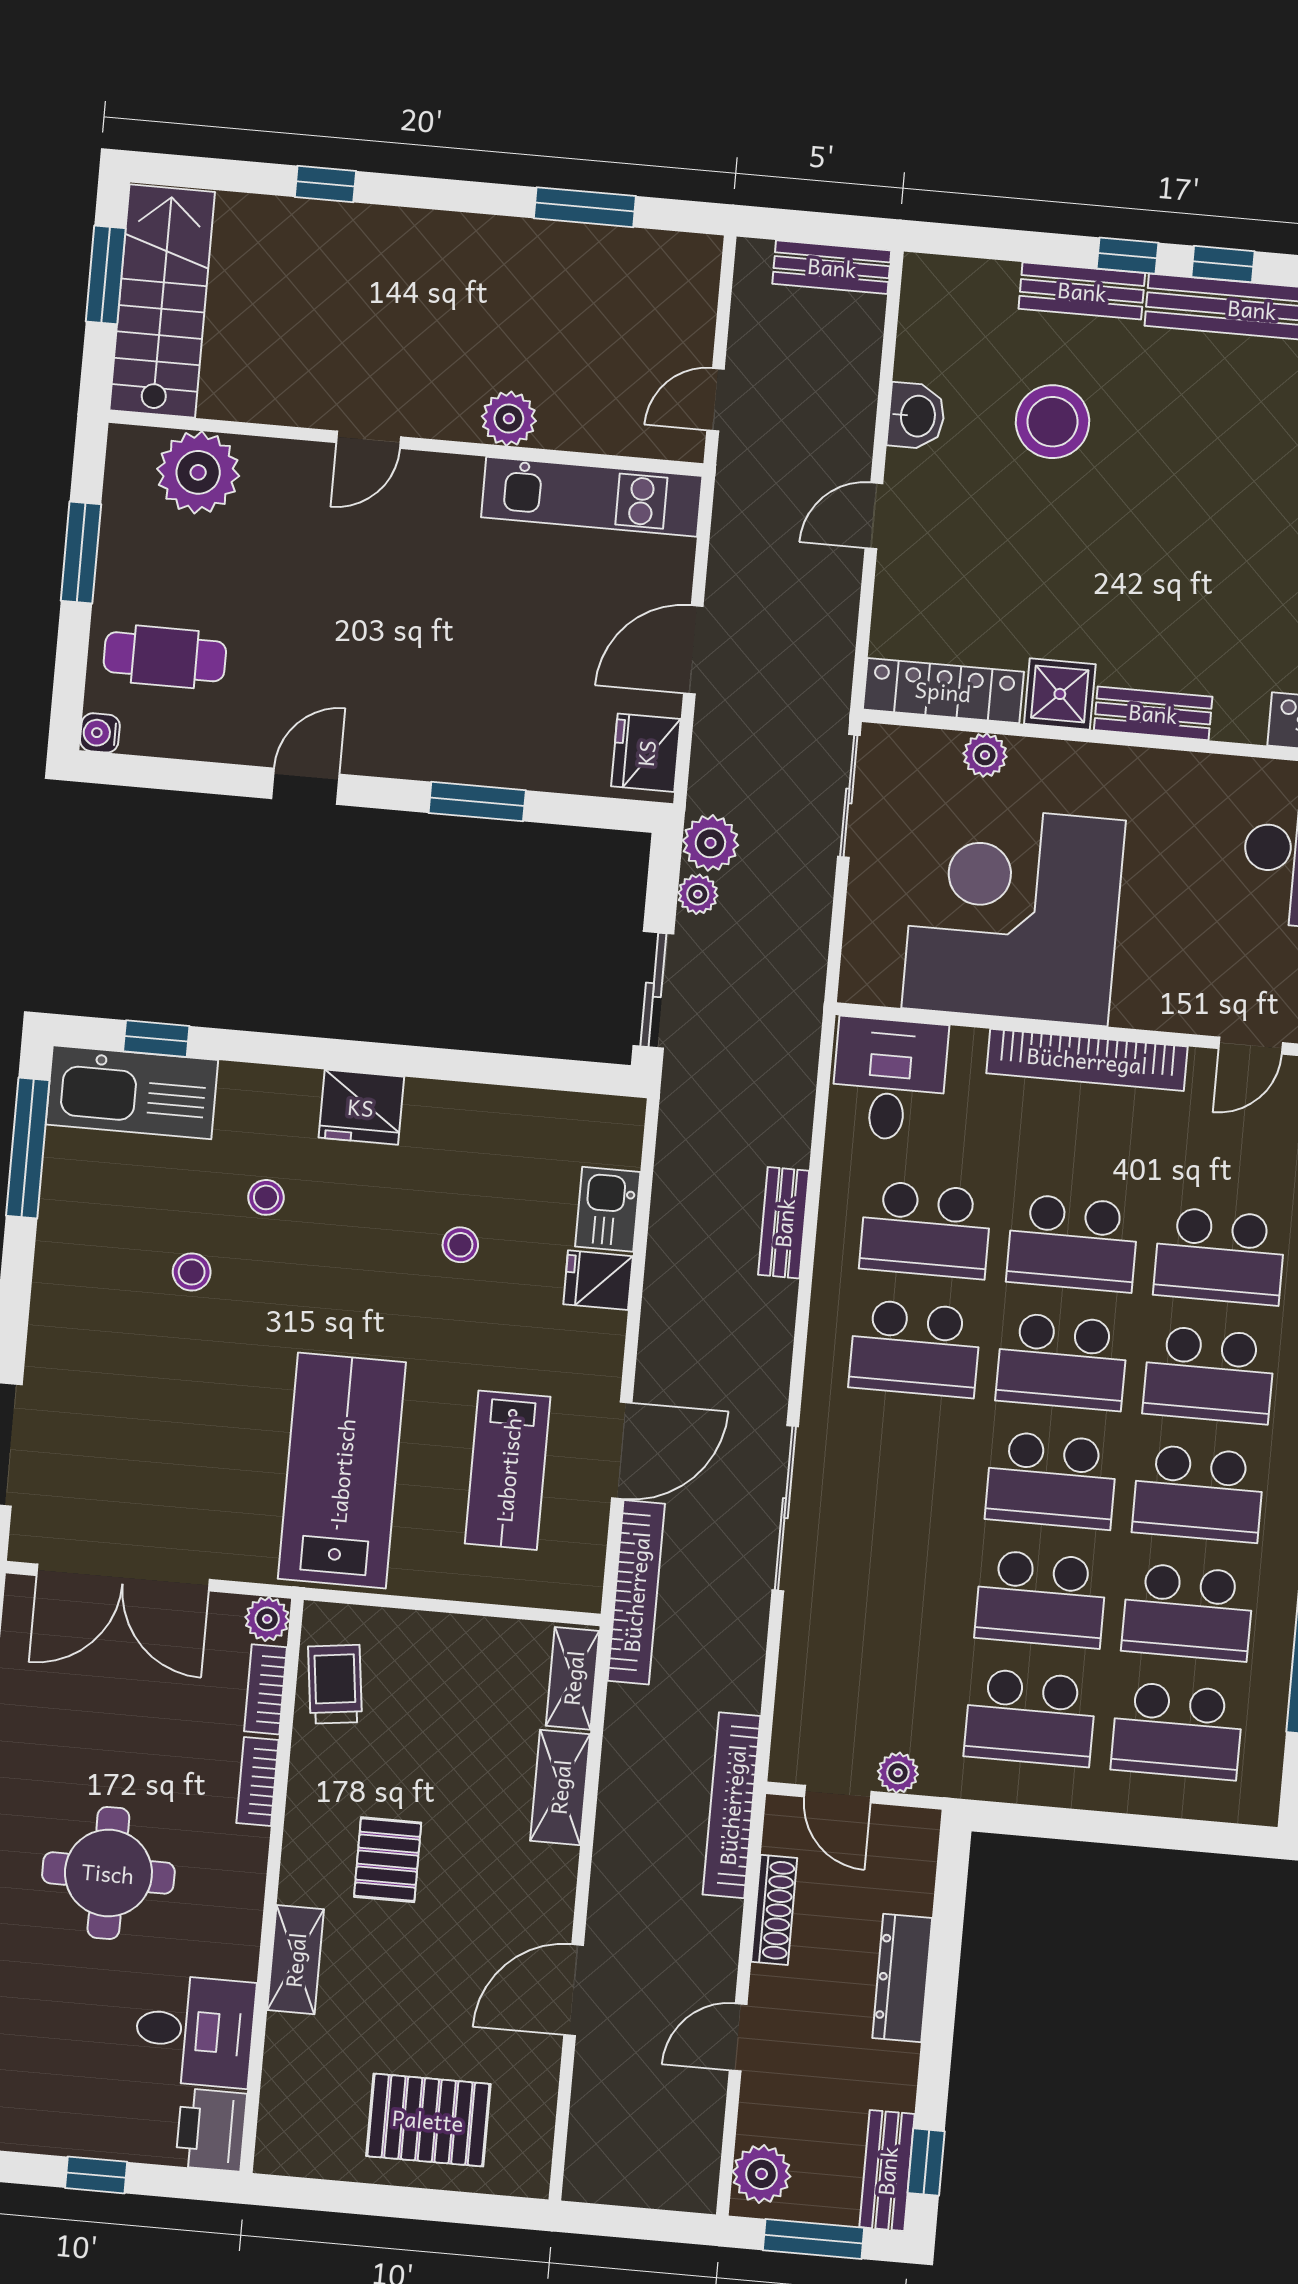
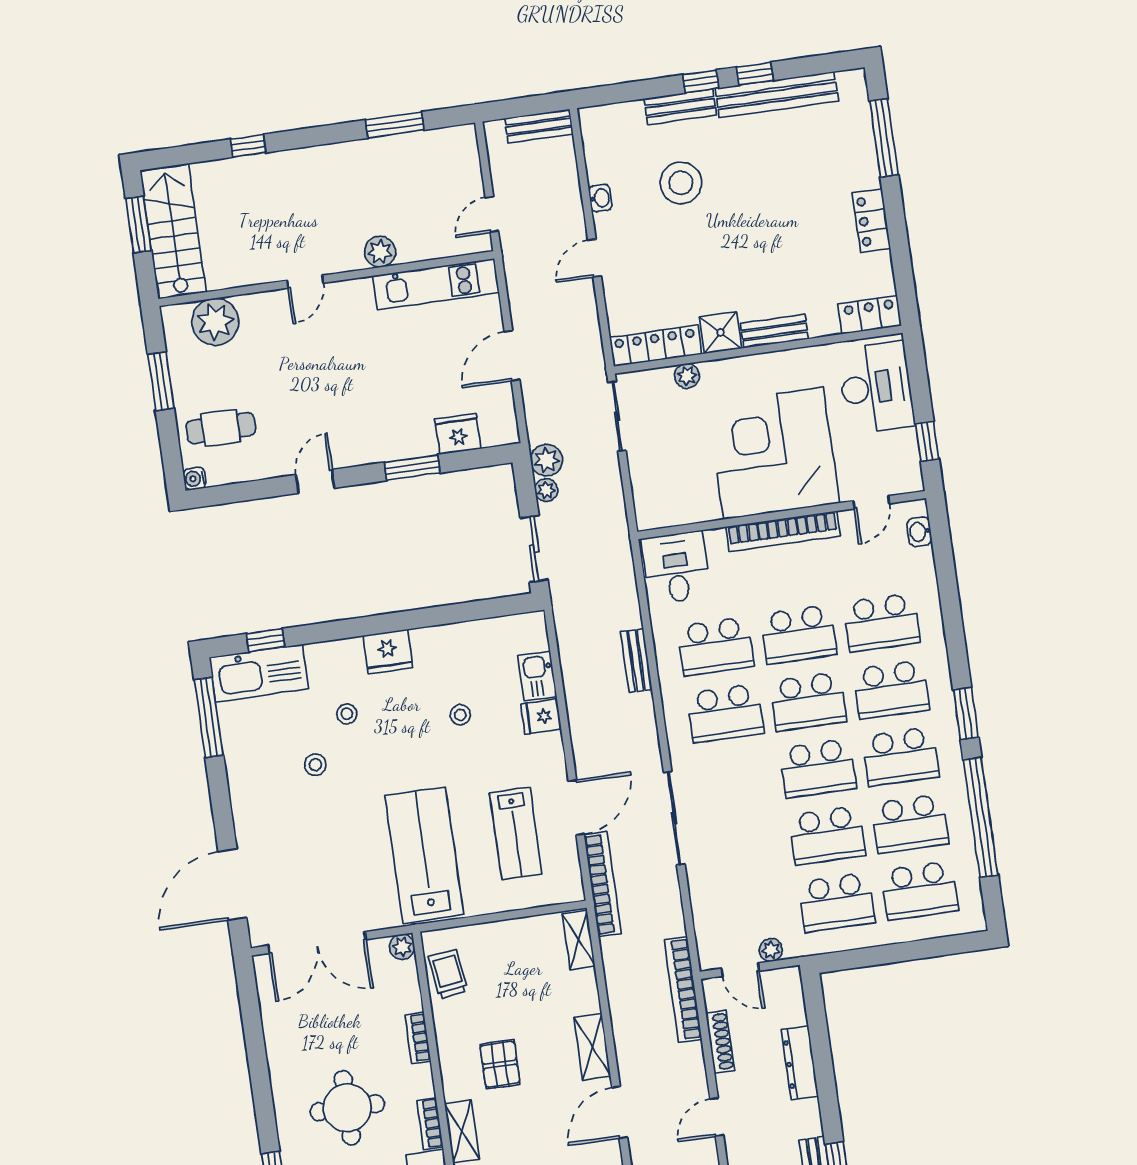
washbasin: (916, 416) -> (600, 198), width x0.72, depth x0.69
fridge: (646, 753) -> (458, 434), moved, turned 90
corner desk: (1014, 914) -> (773, 453), moved
bookcase: (266, 1689) -> (430, 1124), moved
shelving: (560, 1787) -> (592, 1047), moved

